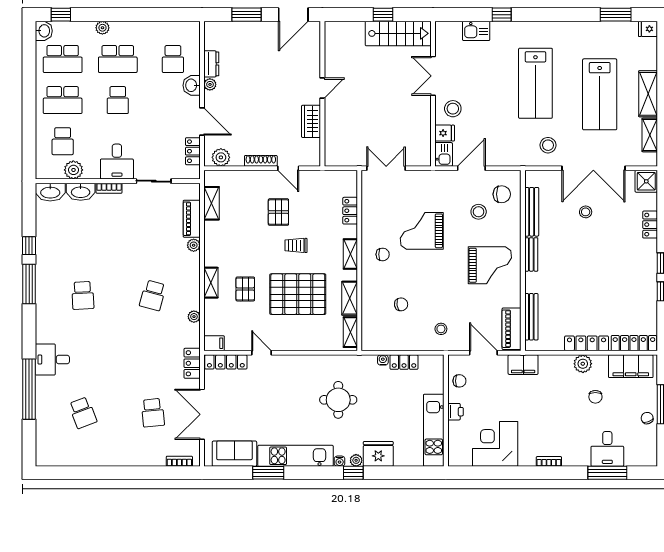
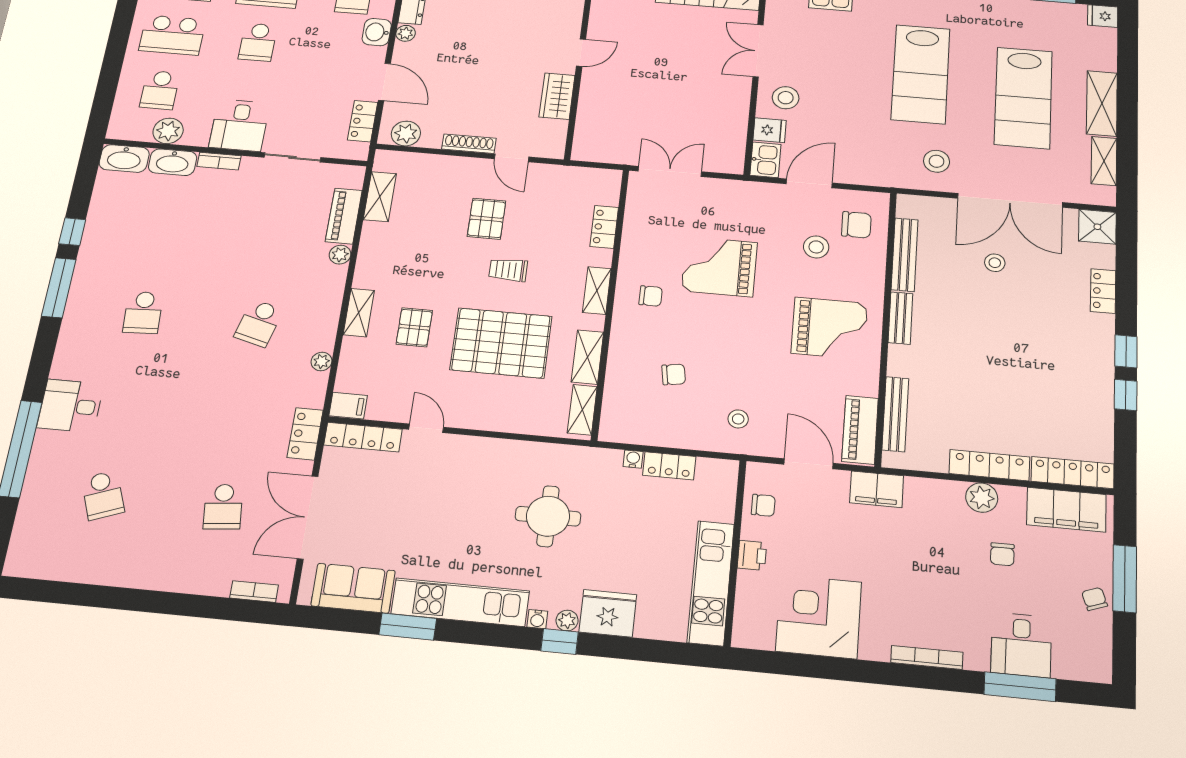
bookcase: (549, 461) -> (927, 657), width x1.56

